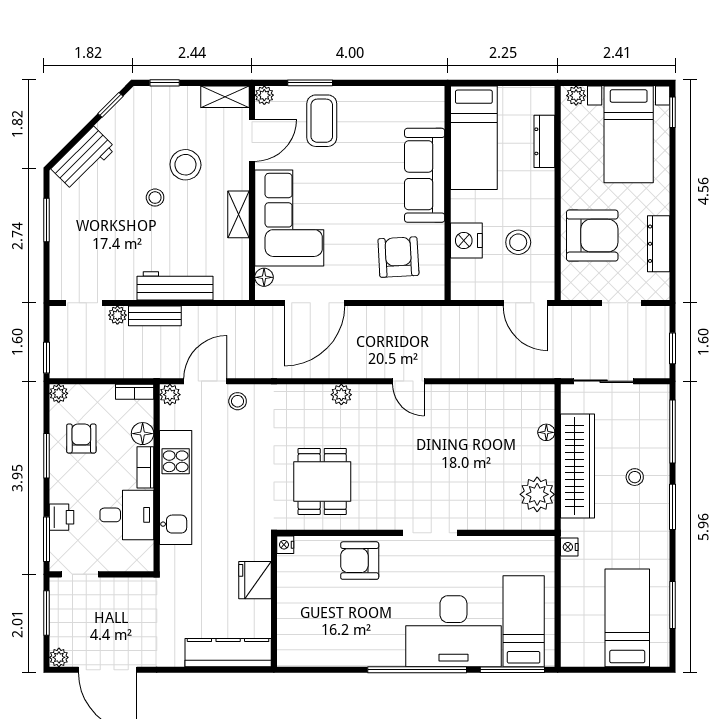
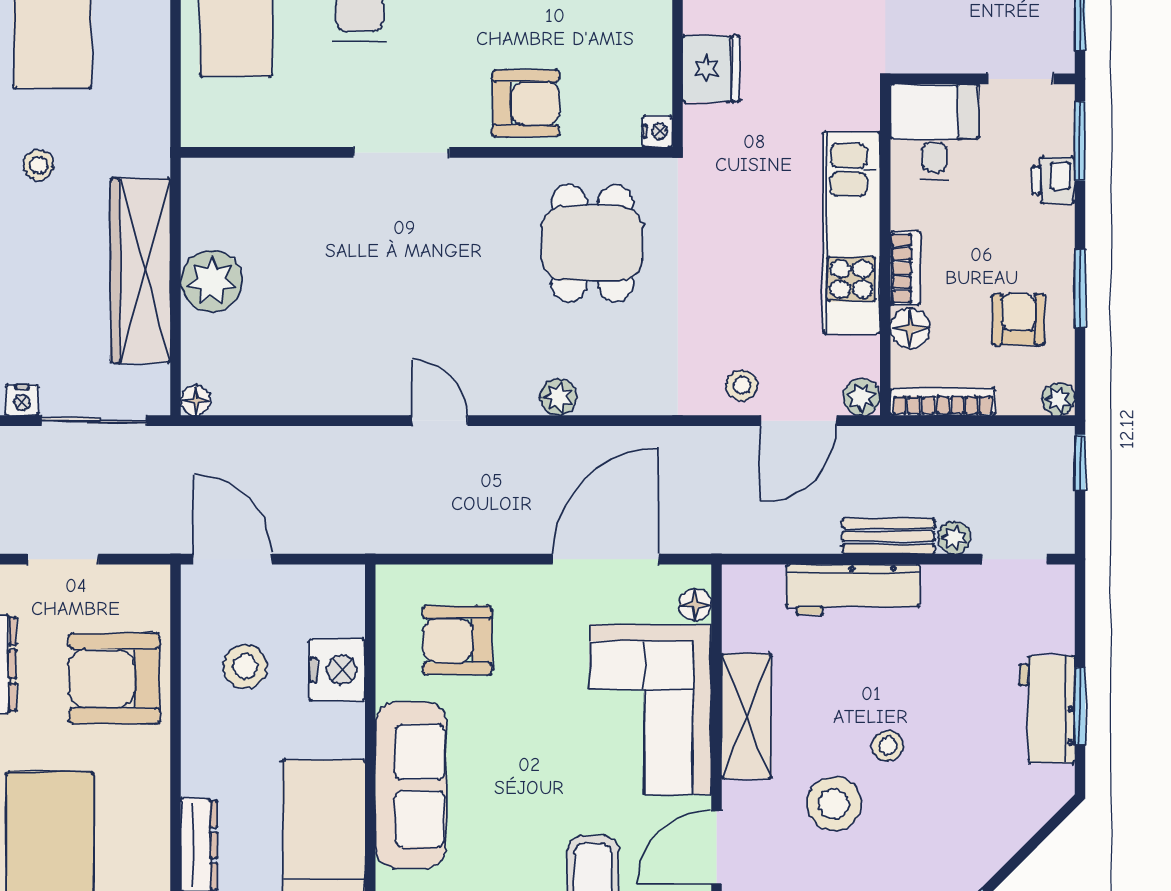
workbench: (83, 158) -> (1047, 709), moved, turned -45
shelving: (238, 214) -> (747, 716), width x1.50, depth x1.33
armchair: (398, 257) -> (457, 640), turned 93
bookcase: (135, 392) -> (943, 402), width x1.56
floor lamp: (546, 432) -> (196, 401), moved
armchair: (81, 439) -> (1018, 319), turned 180
stool: (635, 477) -> (39, 165), moved
plant: (537, 494) -> (212, 281), moved
desk: (127, 515) -> (934, 131), moved, turned 90
nightstand: (569, 547) -> (22, 400), moved, turned 90

